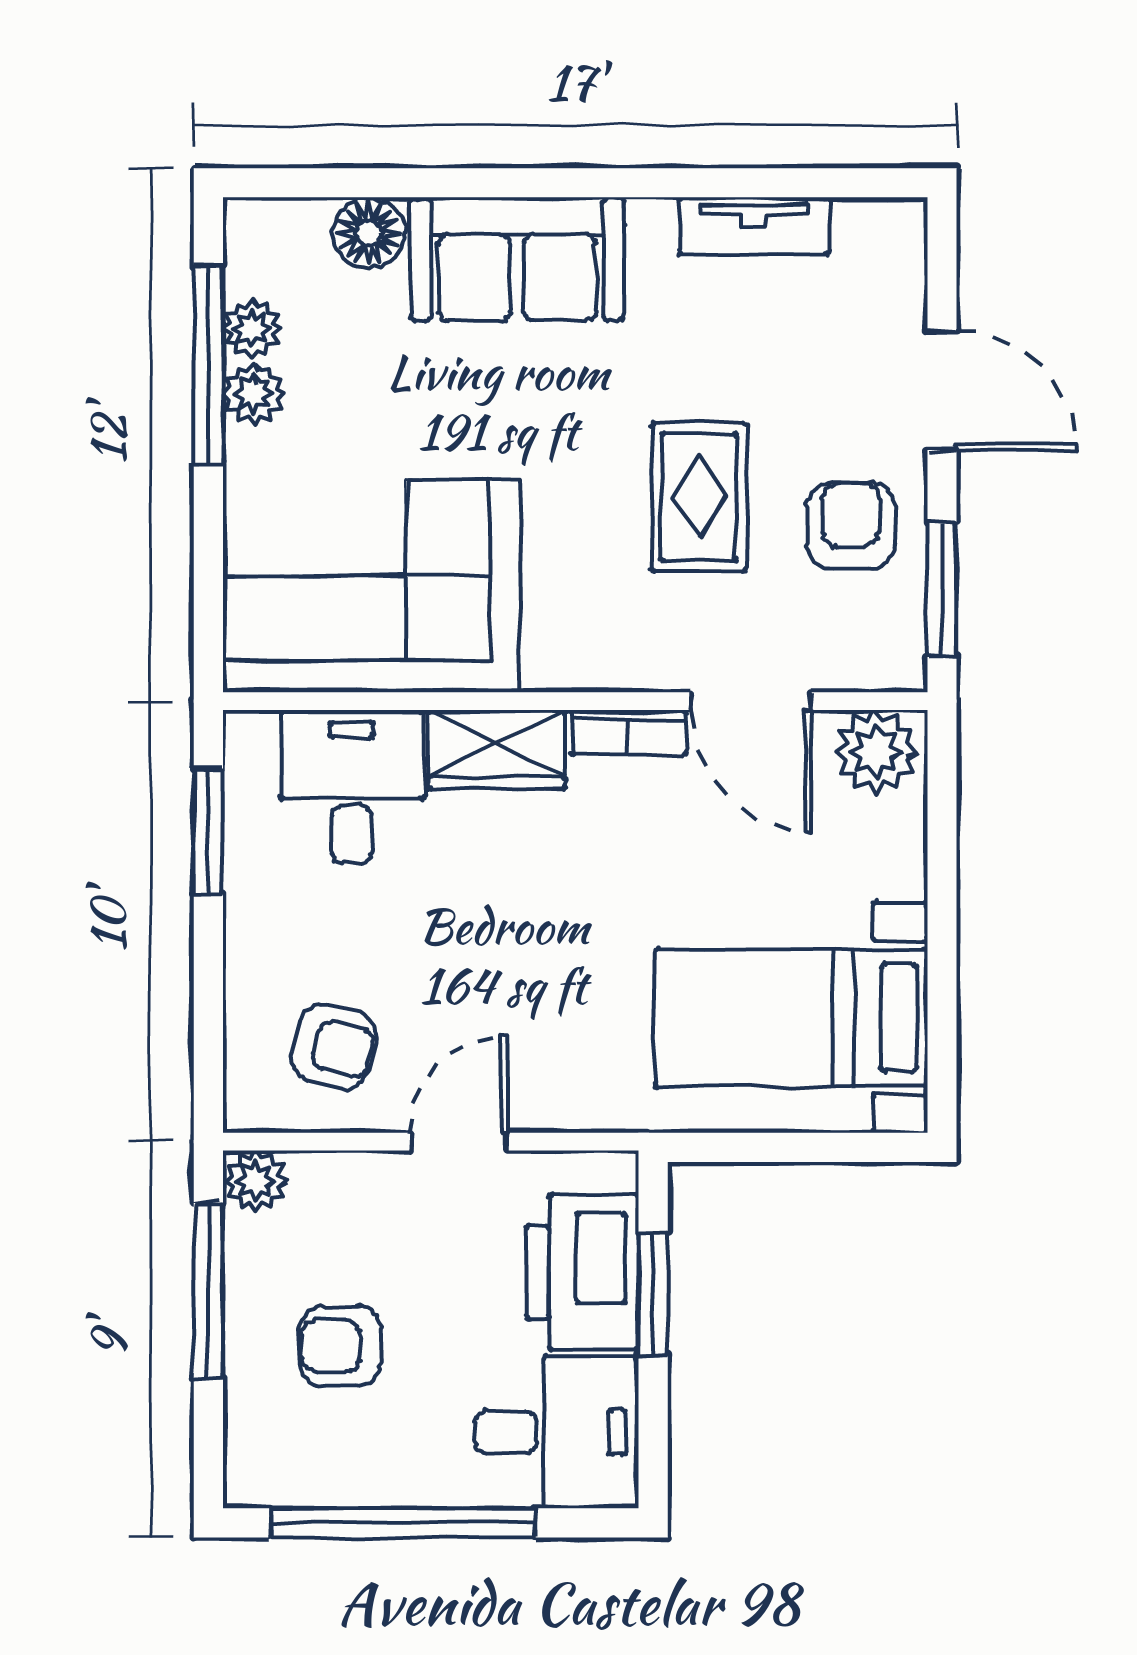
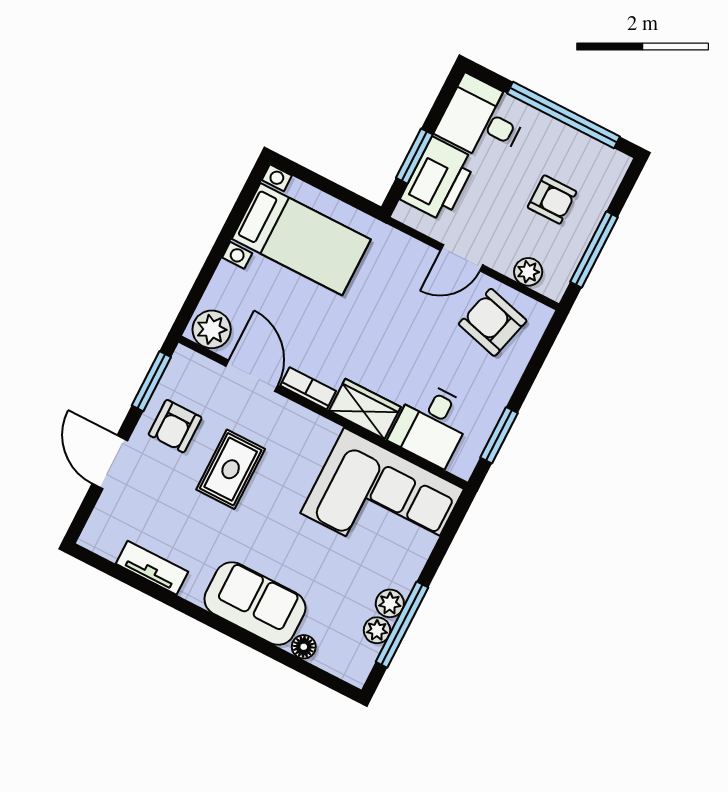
floor lamp: (369, 233) -> (304, 647), width x0.73, depth x0.73
armchair: (334, 1047) -> (493, 322), width x1.38, depth x1.38
plant: (256, 1181) -> (528, 272), moved

